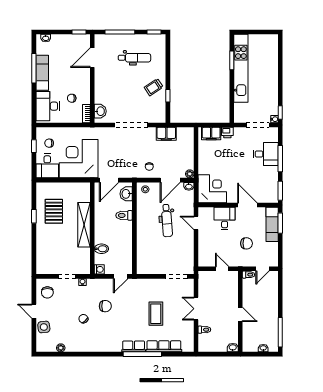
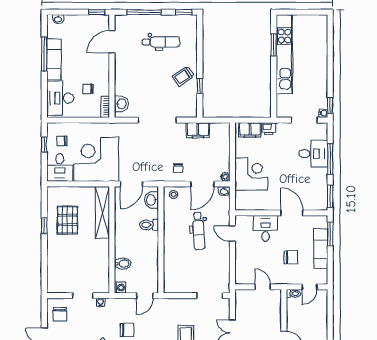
corner desk: (212, 189) -> (251, 174), moved
exam couch: (272, 224) -> (321, 249), moved
shelving: (84, 225) -> (102, 212), moved

